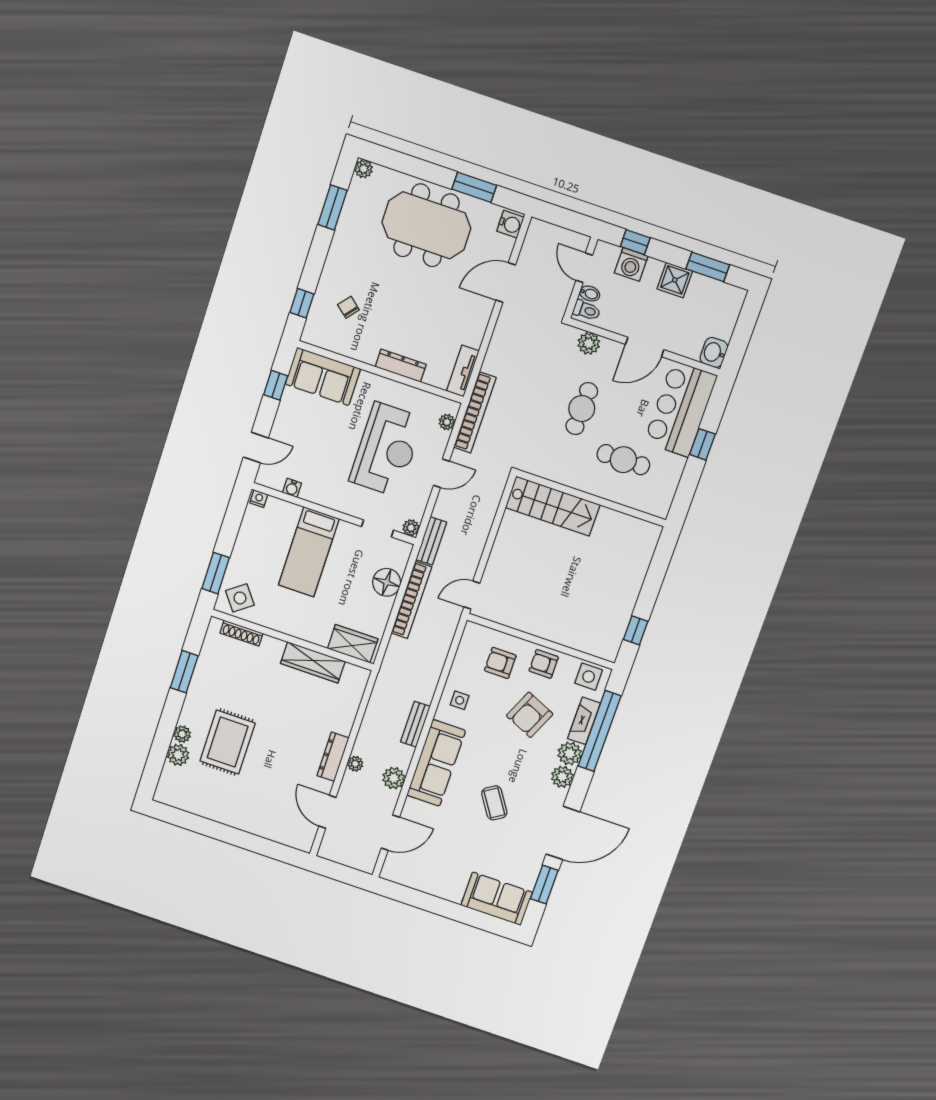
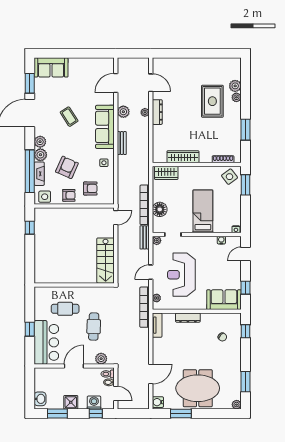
washbasin: (714, 352) -> (40, 399), moved
stairs: (553, 506) -> (106, 261), moved, turned -90

